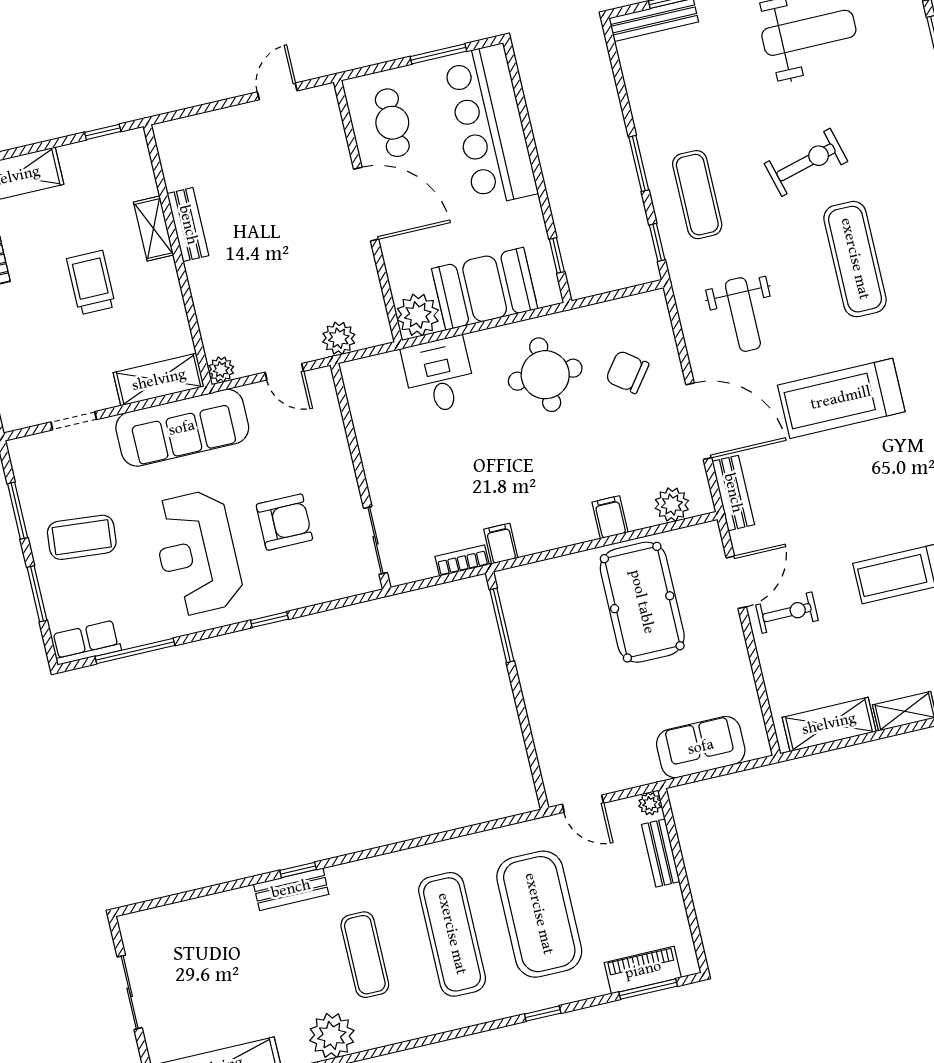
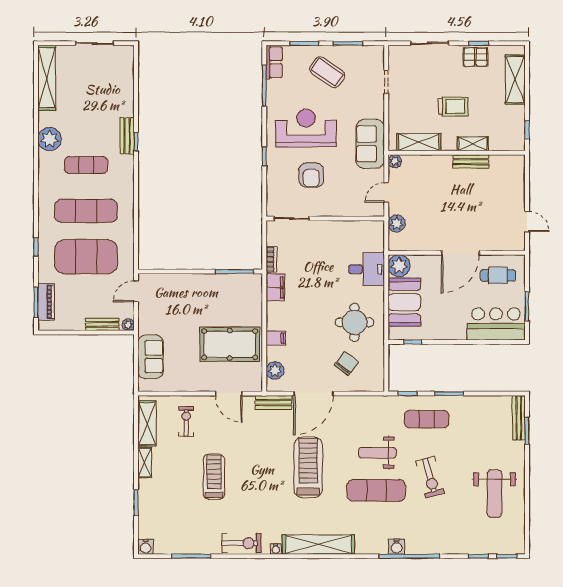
bar counter: (490, 125) -> (496, 324), width x0.73
weight bench: (743, 315) -> (377, 453), moved
shelving: (159, 380) -> (419, 142), moved, turned 90
sofa: (182, 428) -> (370, 144), width x0.73
coffee table: (82, 537) -> (327, 72), turned -60
filing cabinet: (501, 544) -> (275, 287), width x2.00
exercise bike: (787, 613) -> (186, 421), moved, turned 180

